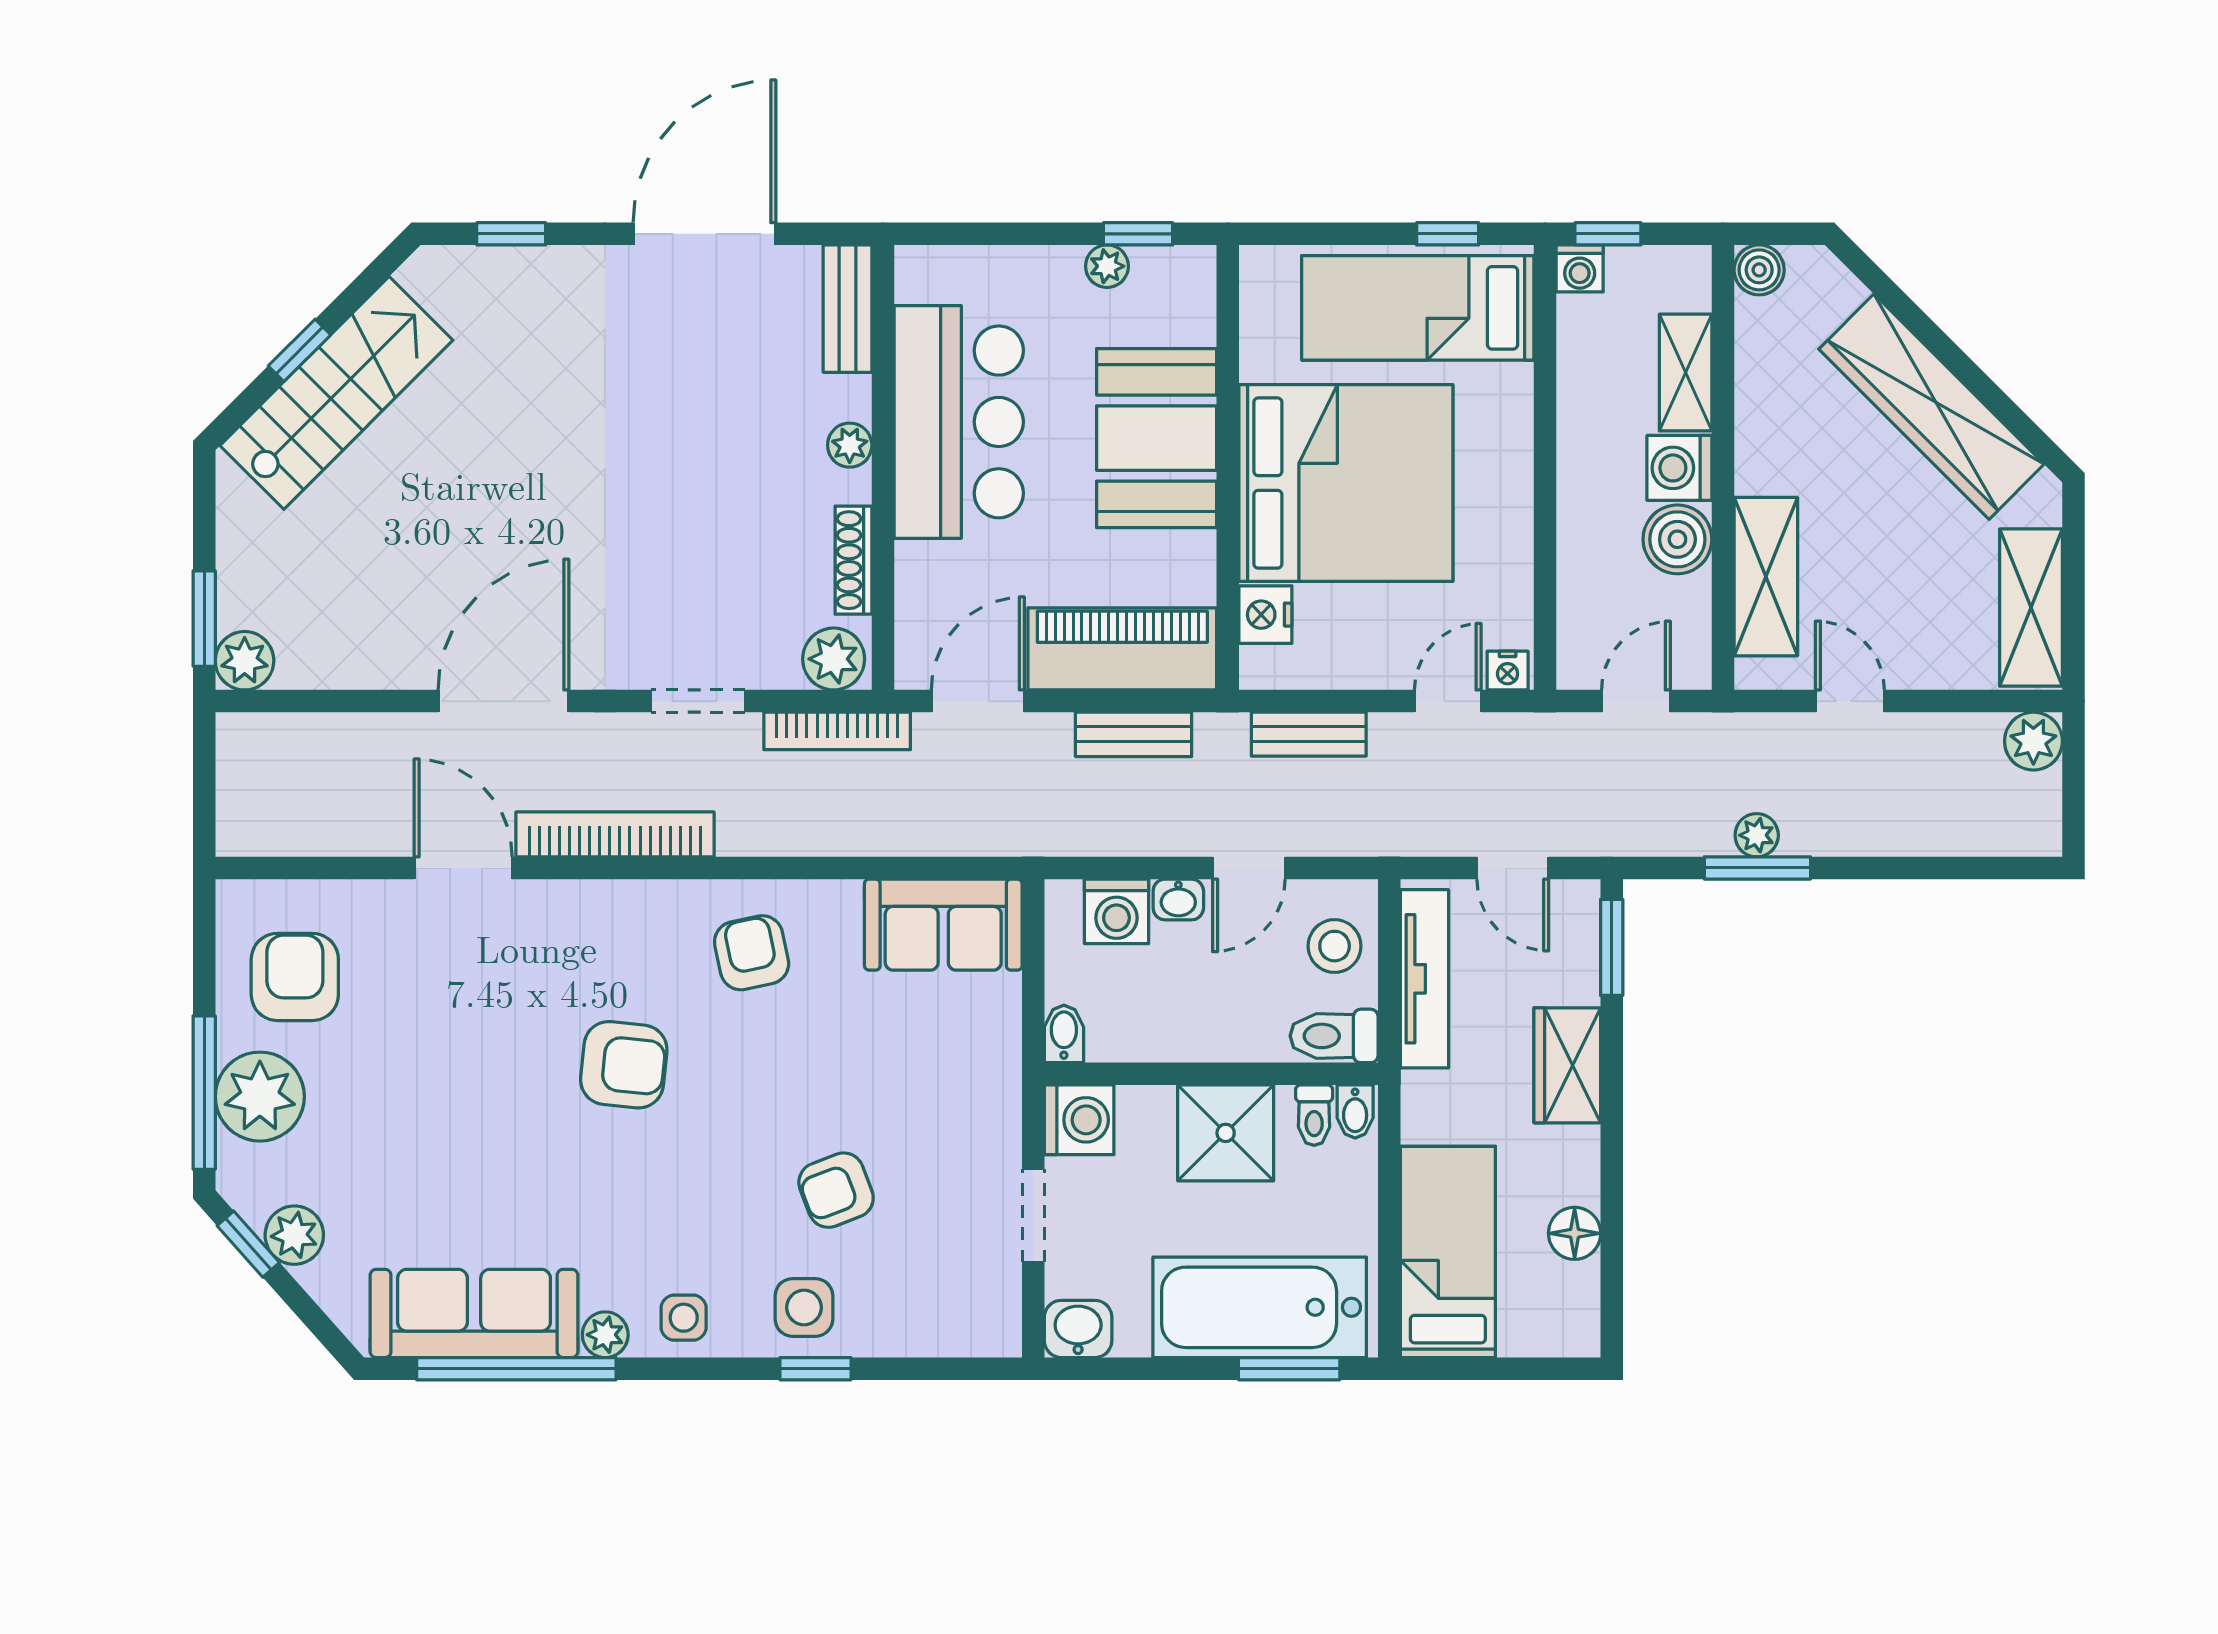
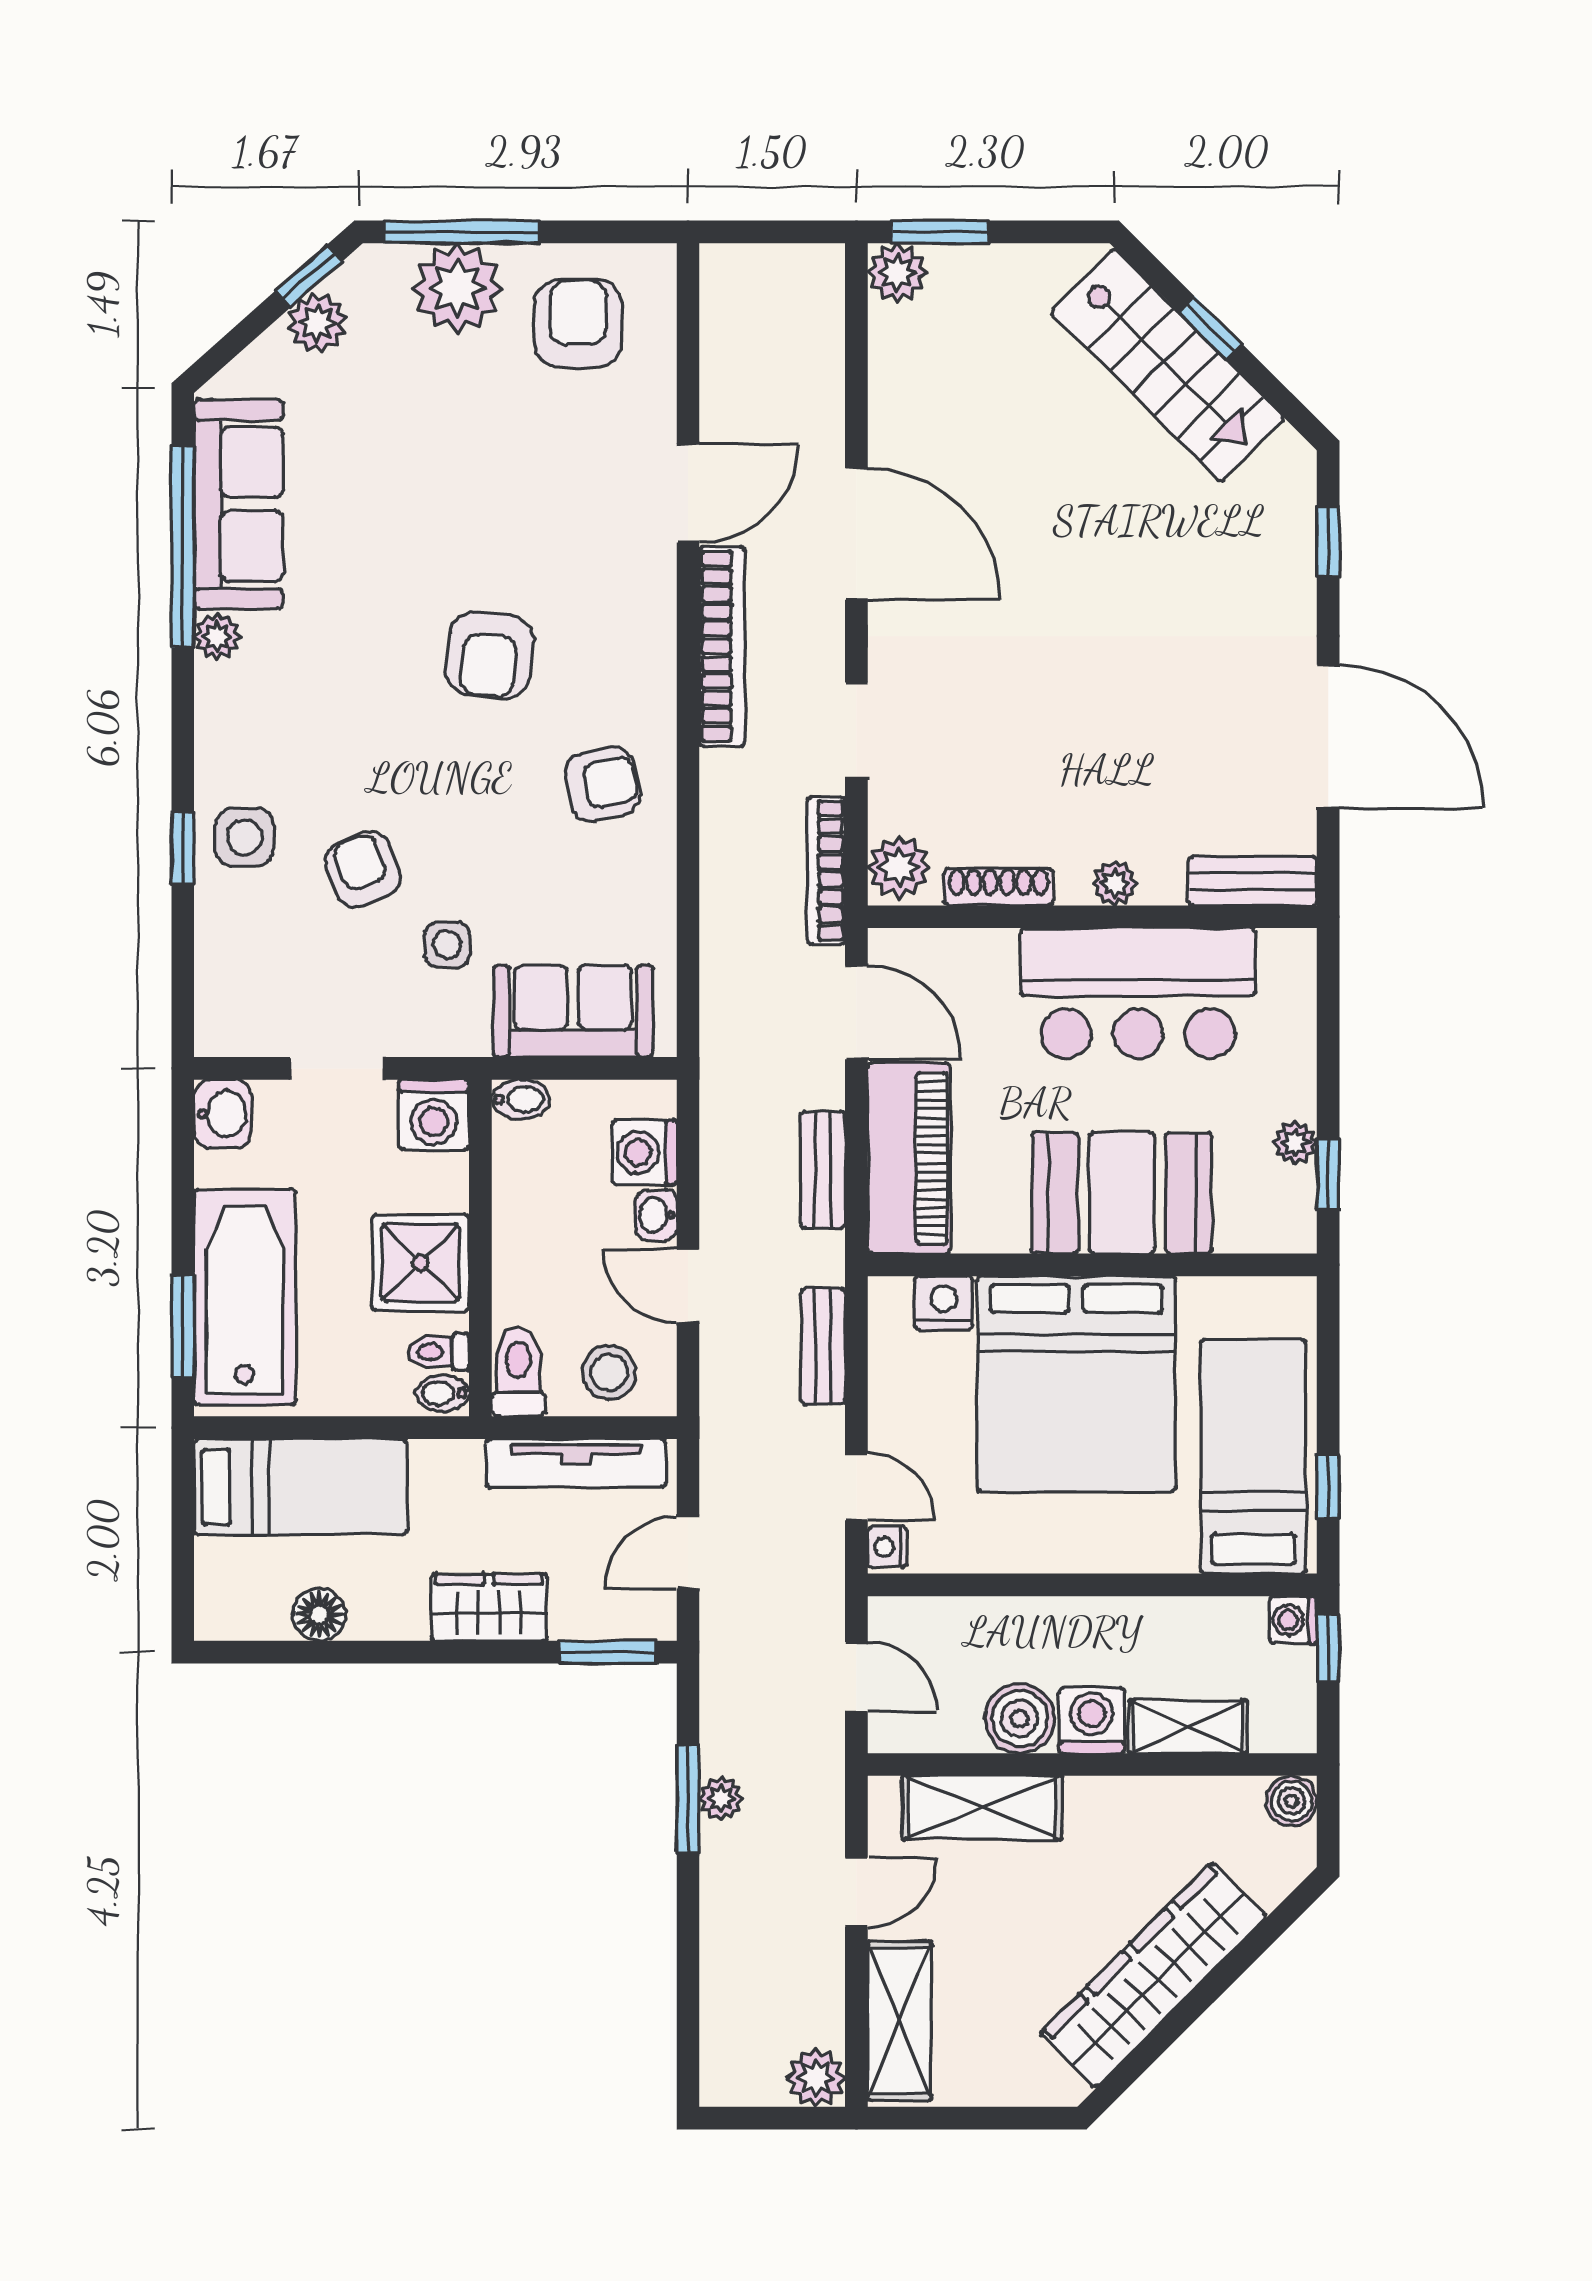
shelving: (2031, 608) -> (899, 2021), moved, turned 90
sofa: (943, 925) -> (573, 1011), moved, turned 90
armchair: (295, 977) -> (578, 323), turned -90
side table: (684, 1318) -> (447, 945), moved

